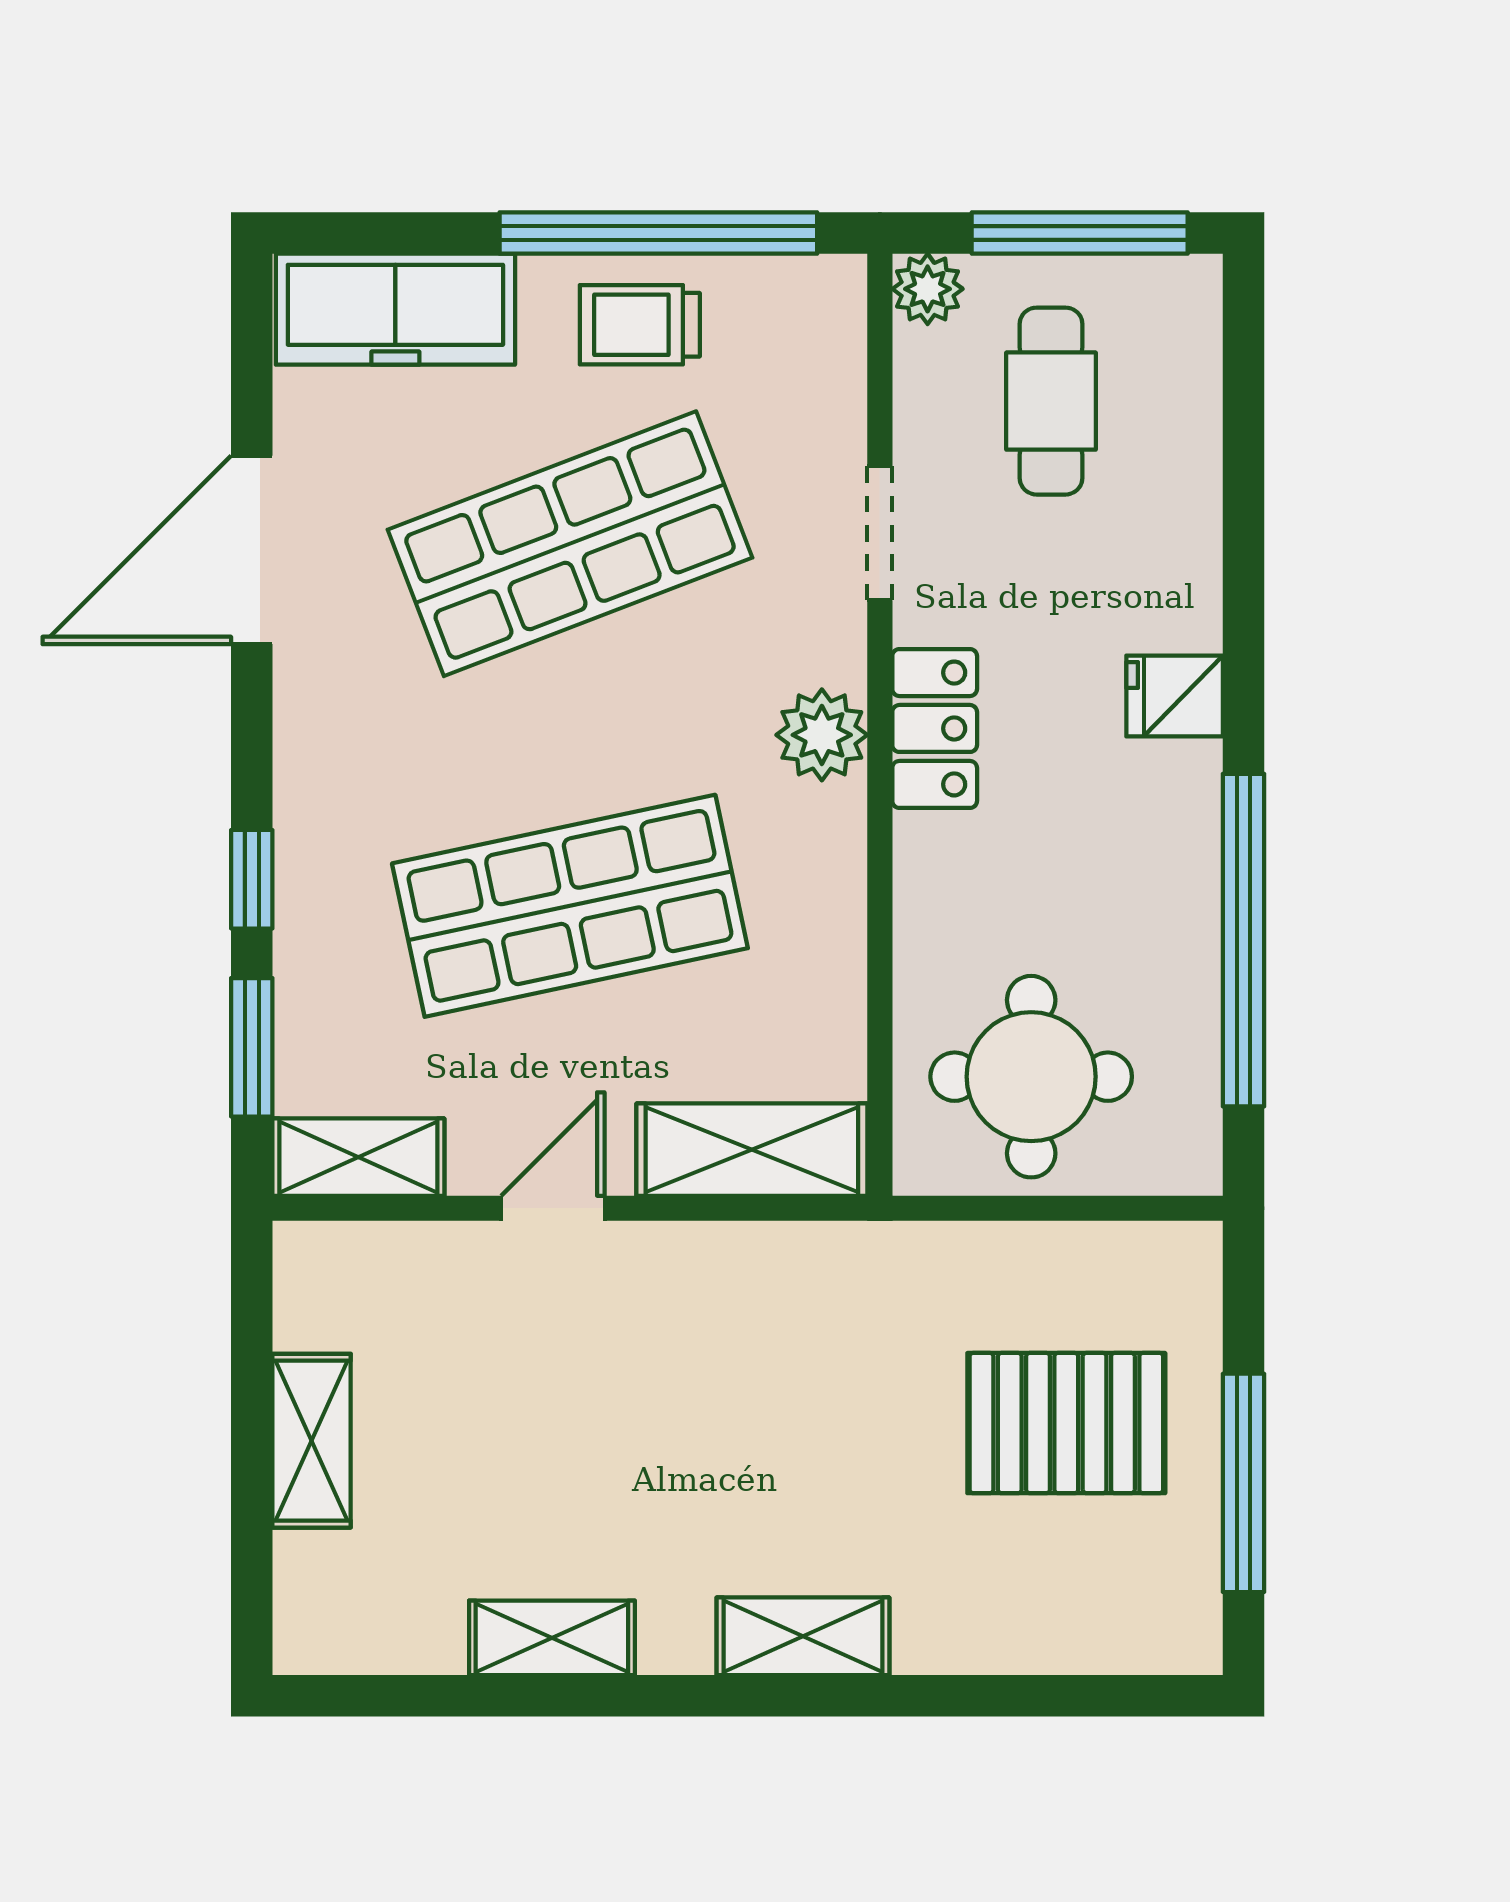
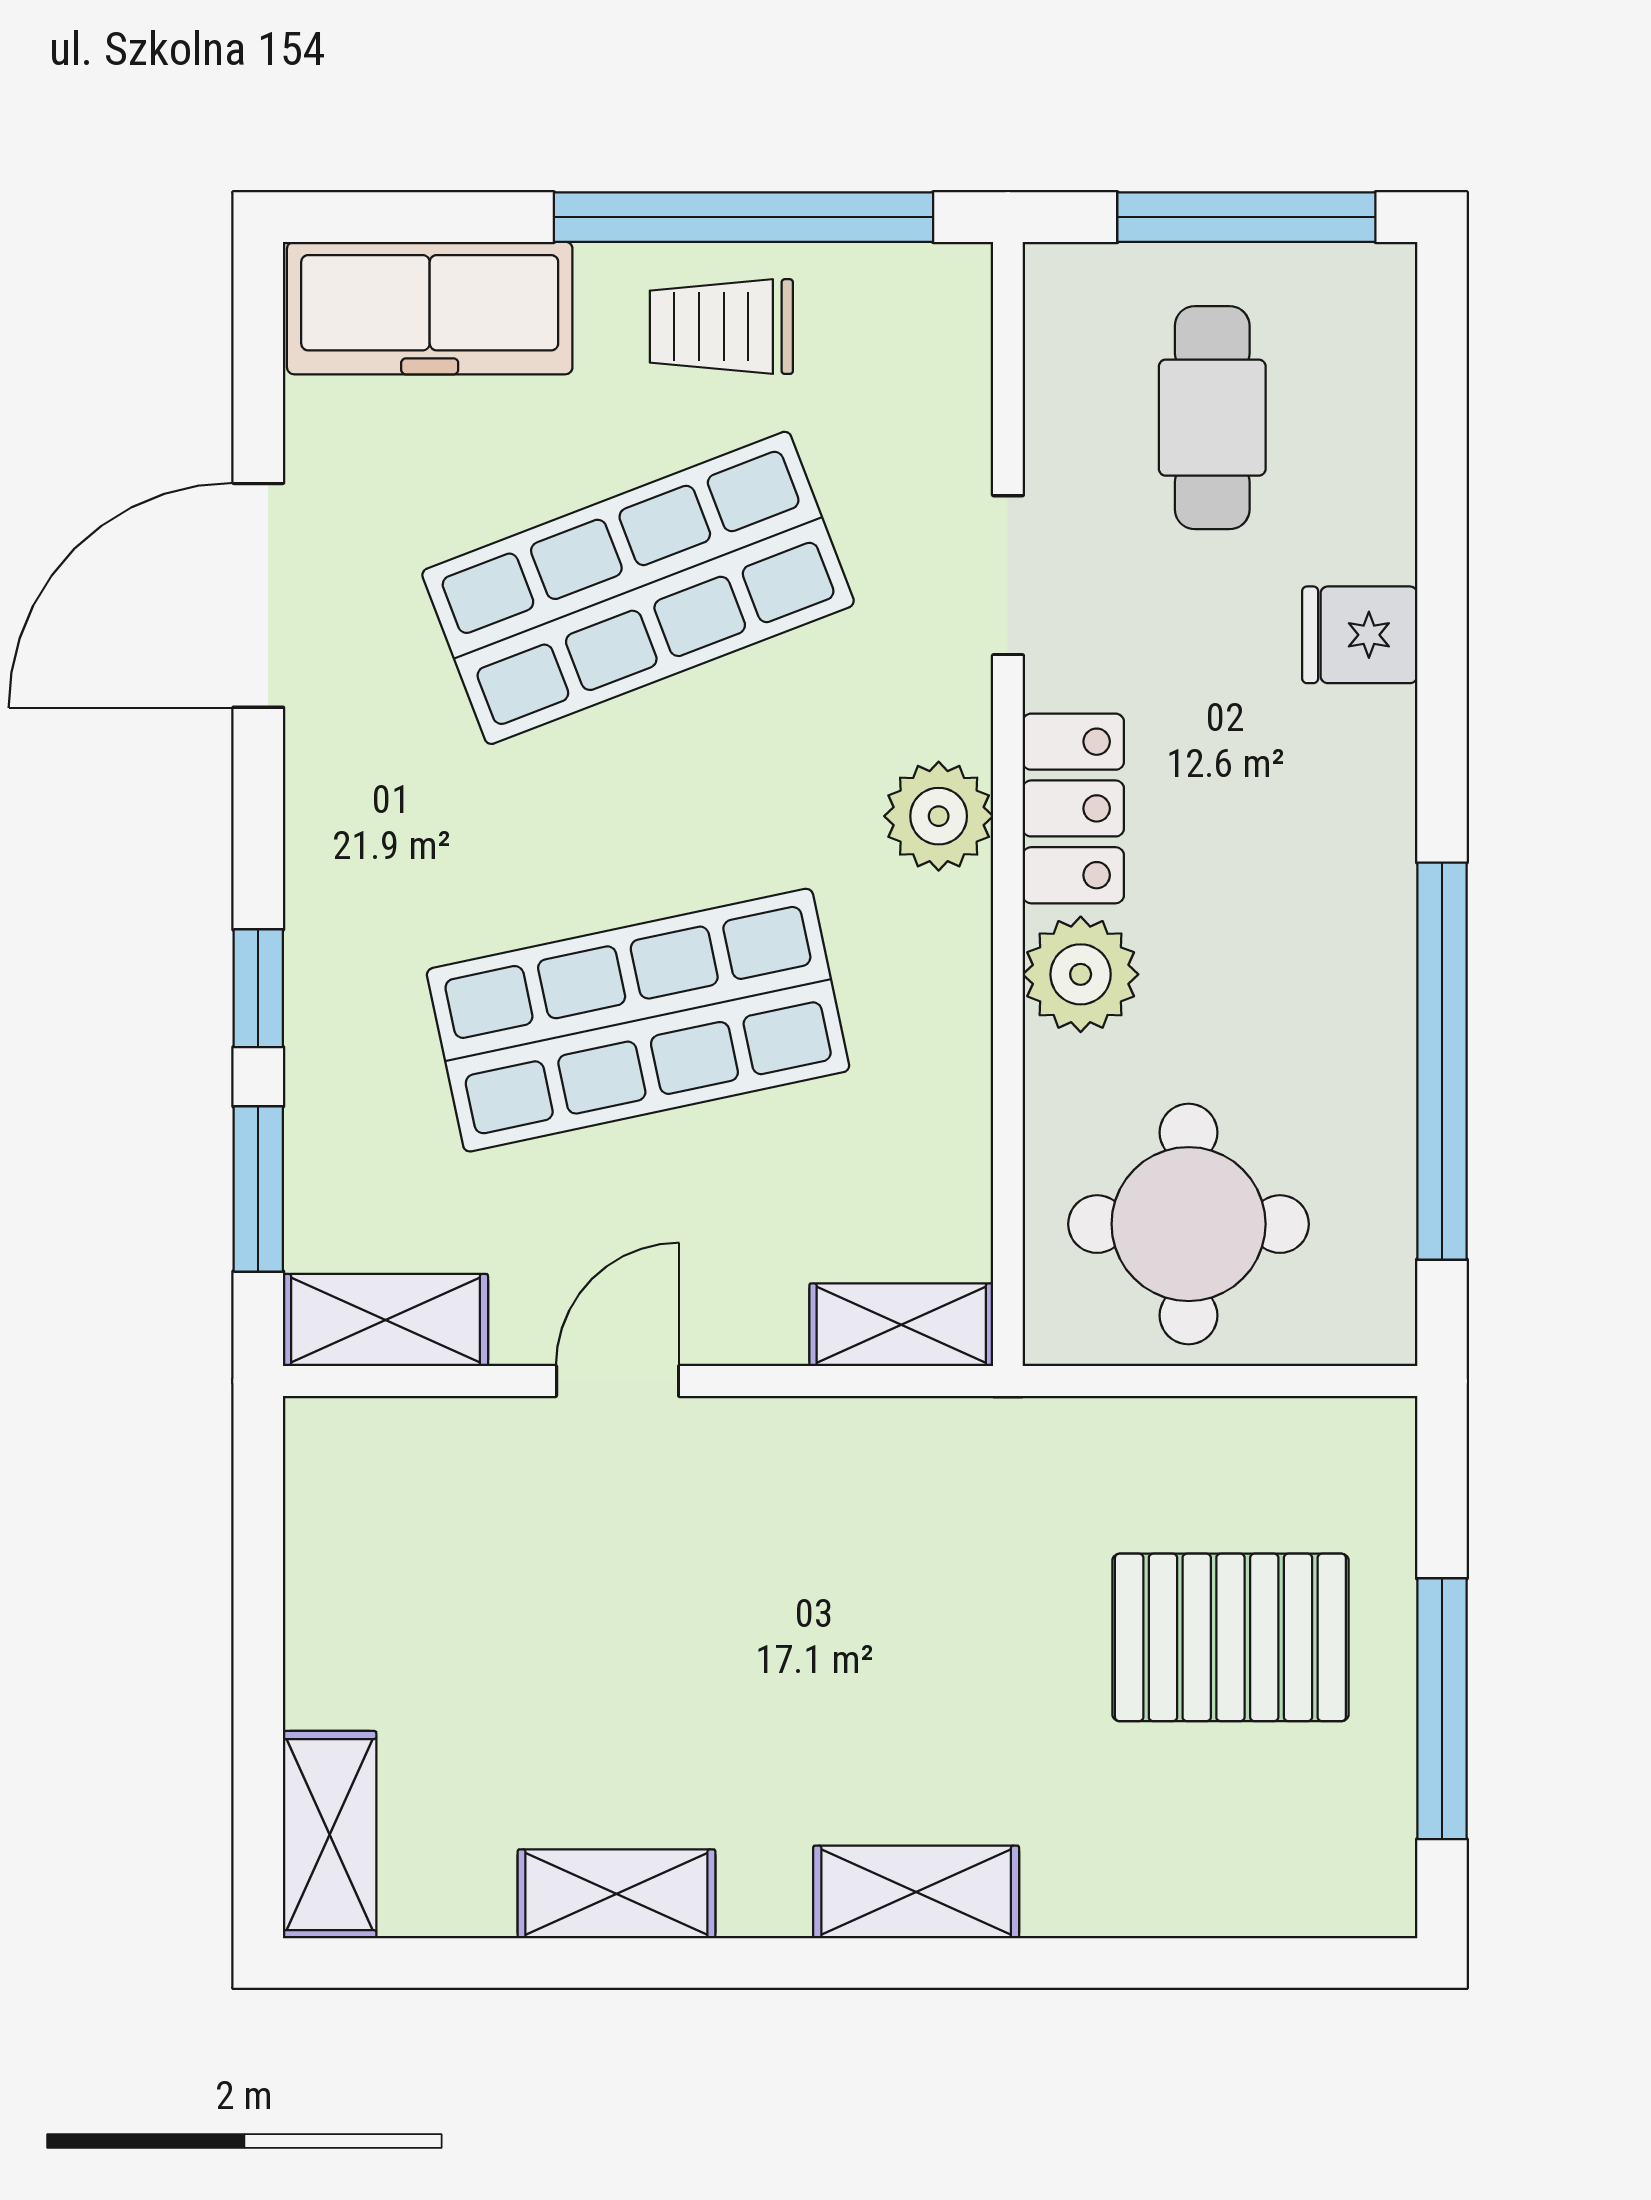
plant: (928, 289) -> (1081, 974), moved, width x1.38, depth x1.38
fridge: (1175, 696) -> (1360, 635), moved
shelving: (752, 1150) -> (901, 1325), width x0.67, depth x0.75
shelving: (312, 1441) -> (330, 1835), moved

